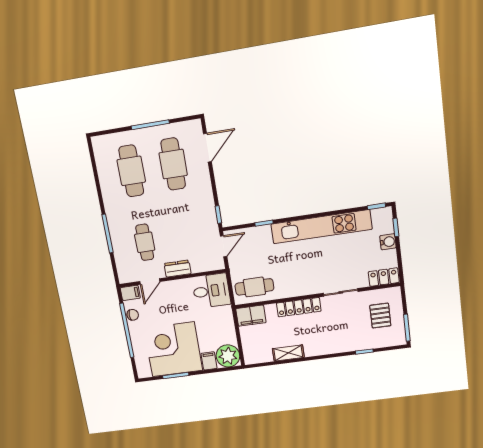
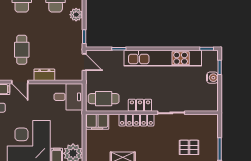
plant: (204, 188) -> (76, 15), added
door: (224, 246) -> (84, 62), hinge flipped
locker: (384, 277) -> (140, 105), moved
door: (150, 281) -> (20, 82), hinge flipped
pallet: (380, 316) -> (189, 147), moved, turned 90

